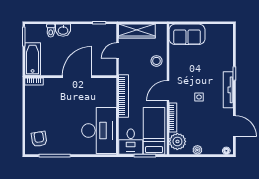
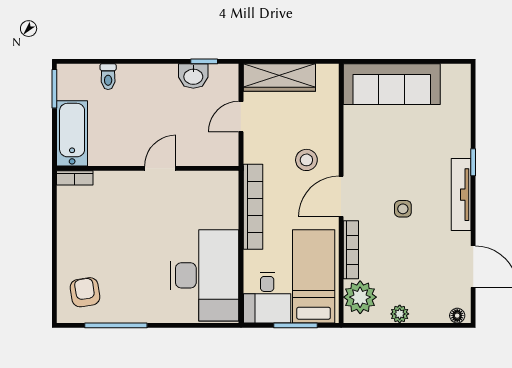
washbasin: (63, 30) -> (193, 76), moved
sofa: (187, 34) -> (392, 84), width x1.36
stool: (156, 61) -> (306, 160), moved
door: (77, 77) -> (160, 168), width x0.53

